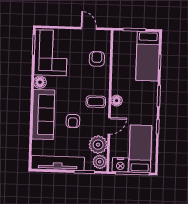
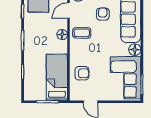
bed: (148, 56) -> (57, 77), moved
armchair: (97, 59) -> (82, 73), turned -91

